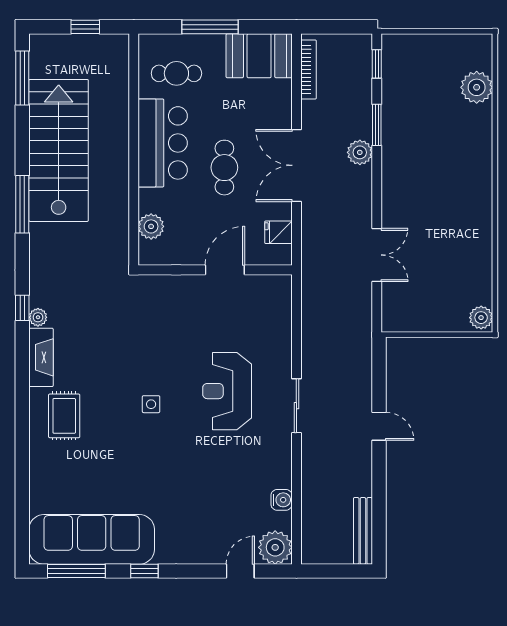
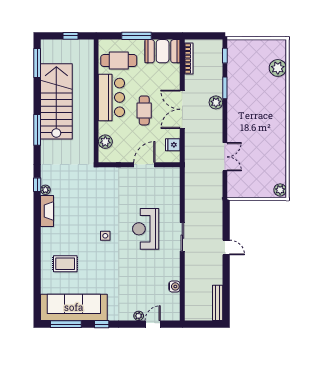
cafe table: (176, 73) -> (119, 61), width x1.37, depth x1.35
rug: (64, 416) -> (65, 264), moved, turned 90
plant: (275, 547) -> (139, 316), moved, width x0.53, depth x0.53

